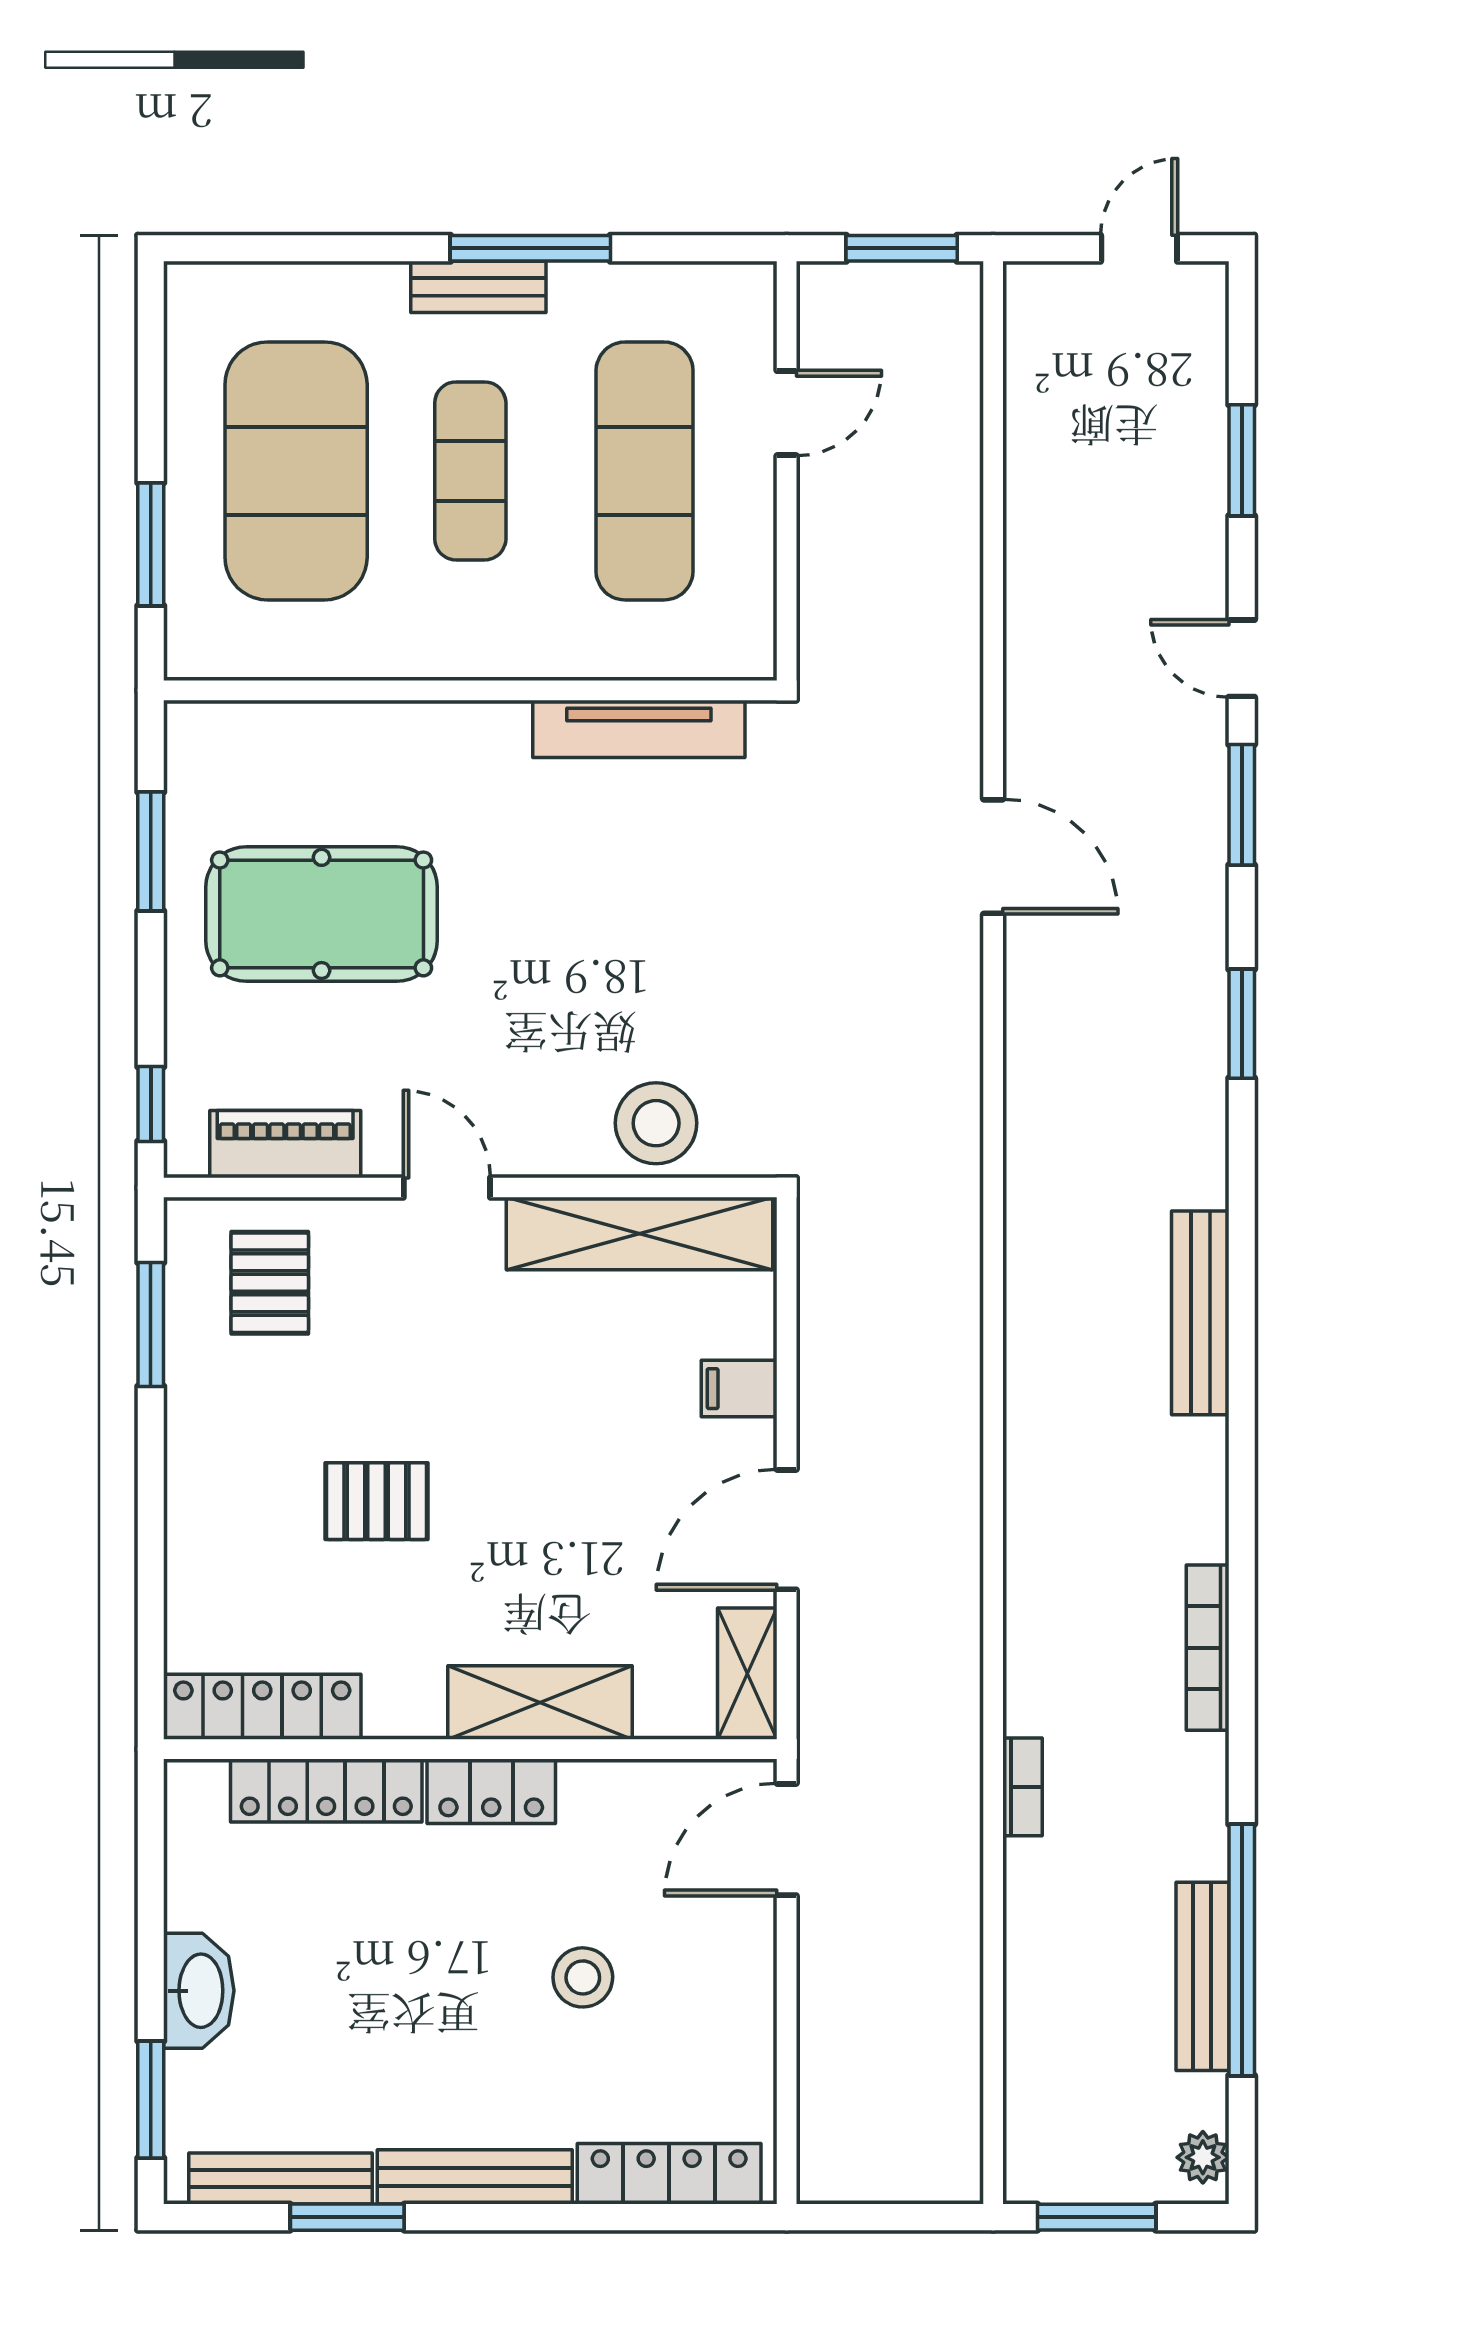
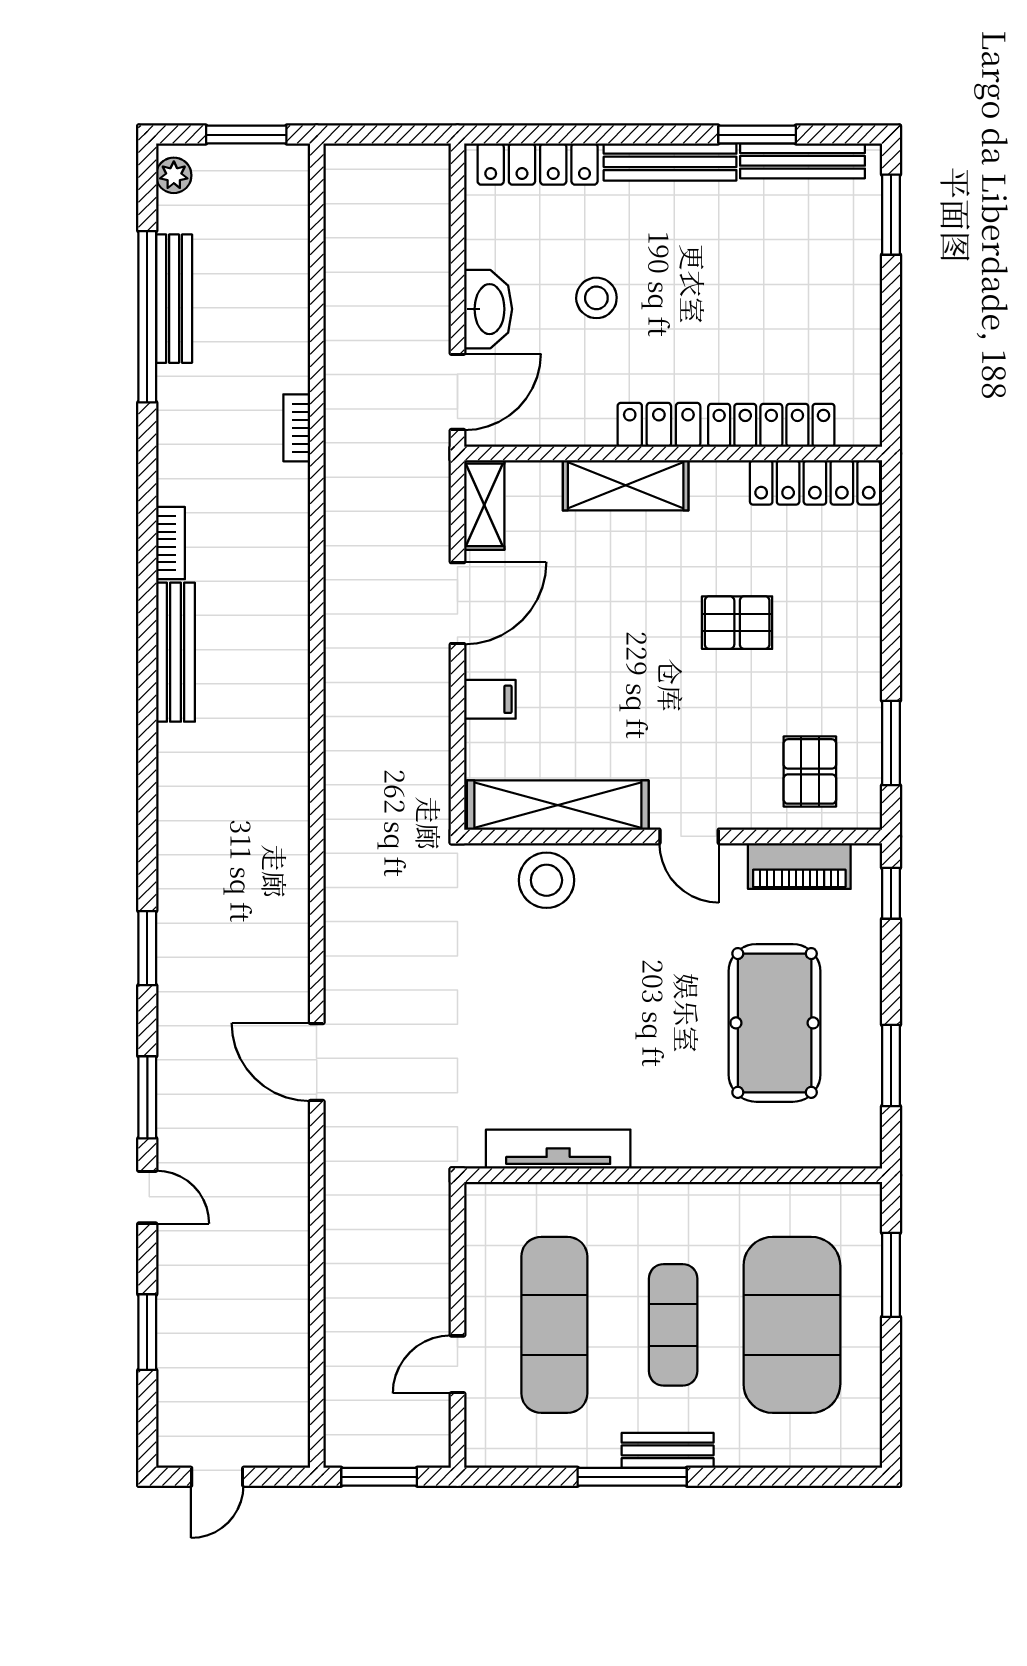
pool table: (322, 914) -> (775, 1023), turned 90
bench: (1200, 1313) -> (176, 652), moved
bookcase: (1208, 1648) -> (170, 543), width x0.64
washbasin: (199, 1991) -> (488, 309), moved, turned 180

